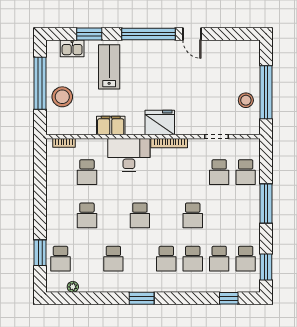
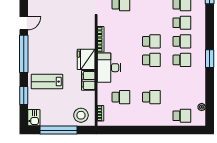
kitchen sink: (72, 48) -> (34, 118), moved
stool: (62, 97) -> (81, 115), moved
fridge: (160, 123) -> (86, 59), moved
school desk: (193, 215) -> (151, 41), moved
window: (40, 253) -> (178, 130), removed
school desk: (113, 259) -> (182, 60), moved

